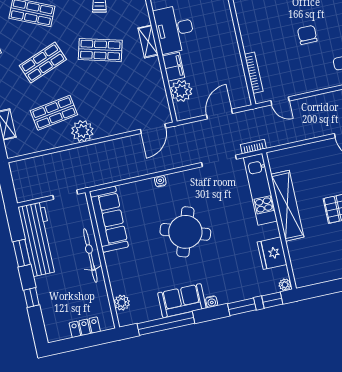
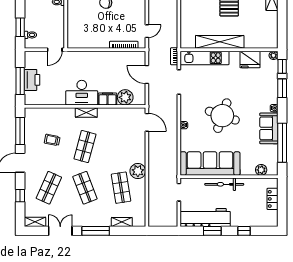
sofa: (109, 219) -> (210, 164), width x1.36, depth x1.27

